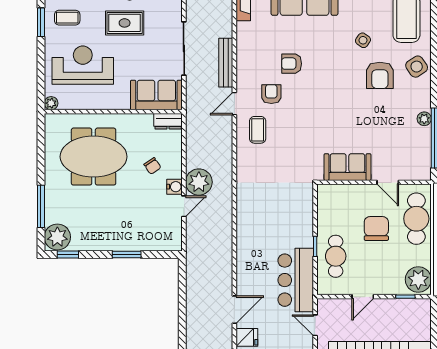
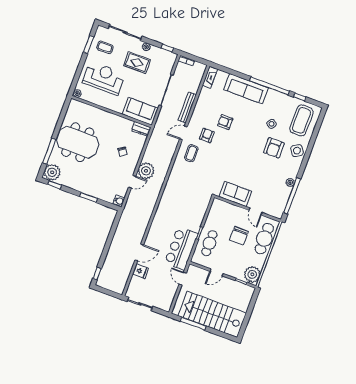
meeting table: (94, 157) -> (78, 142), moved
water cooler: (175, 187) -> (119, 201), moved
chair: (376, 228) -> (239, 236), turned 180

